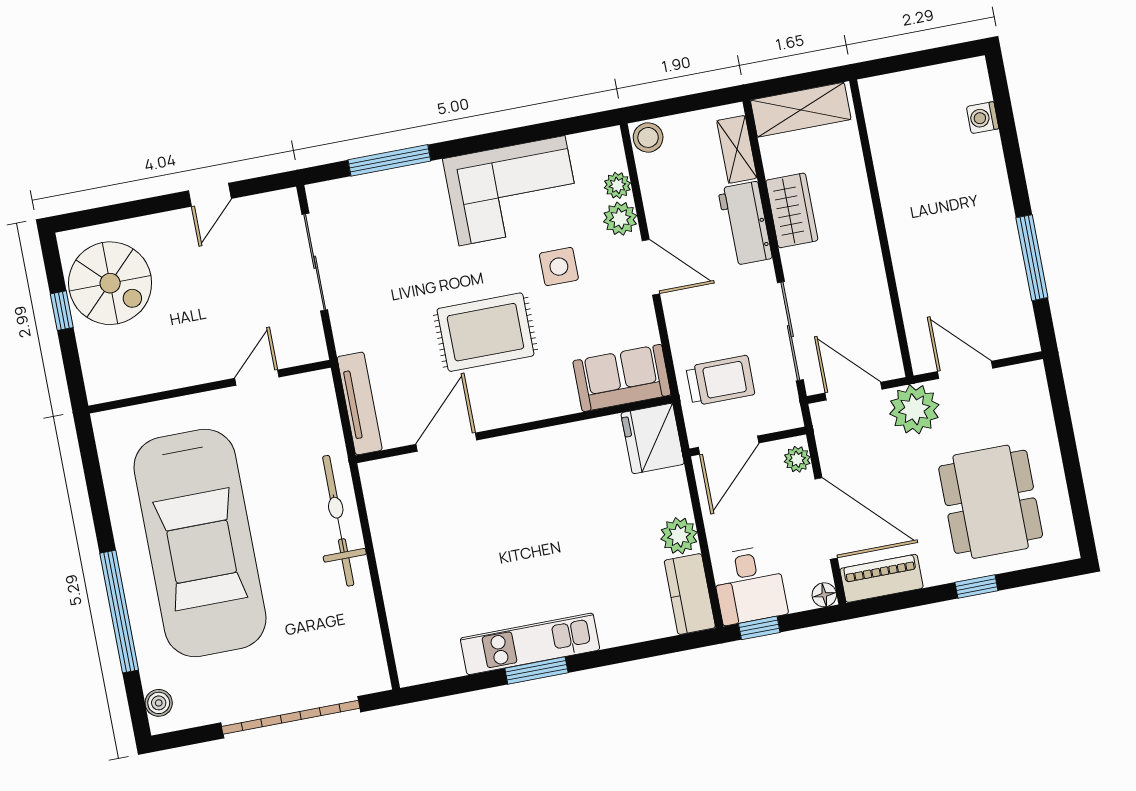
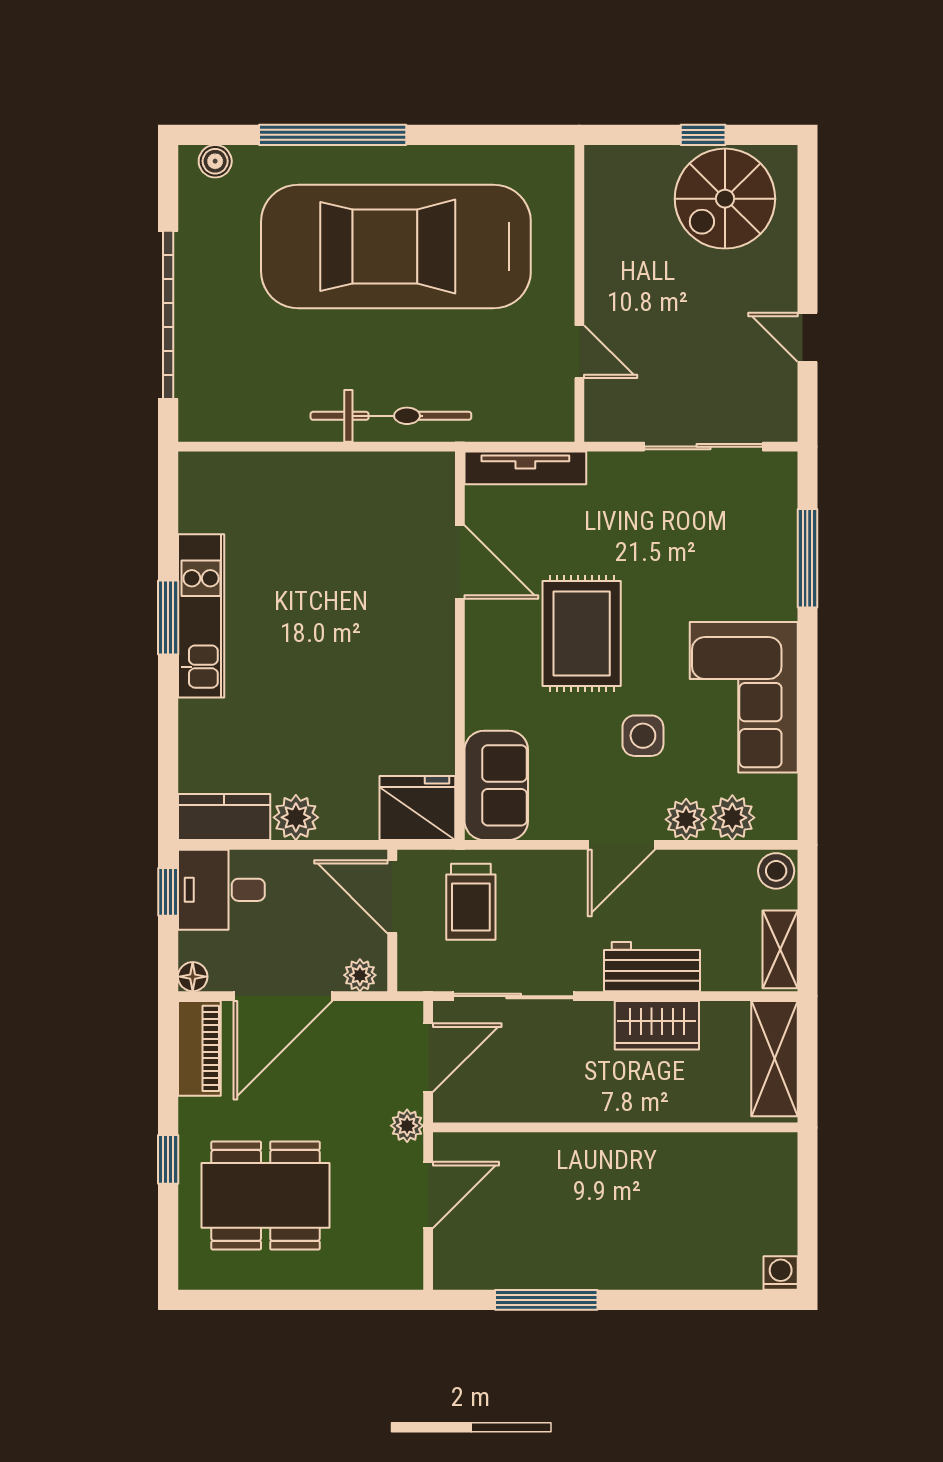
washing machine: (983, 118) -> (781, 1273), moved
shelving: (737, 149) -> (780, 949), moved, turned 90
plant: (617, 185) -> (732, 818), width x1.38, depth x1.38
plant: (914, 409) -> (407, 1126), width x0.53, depth x0.53

